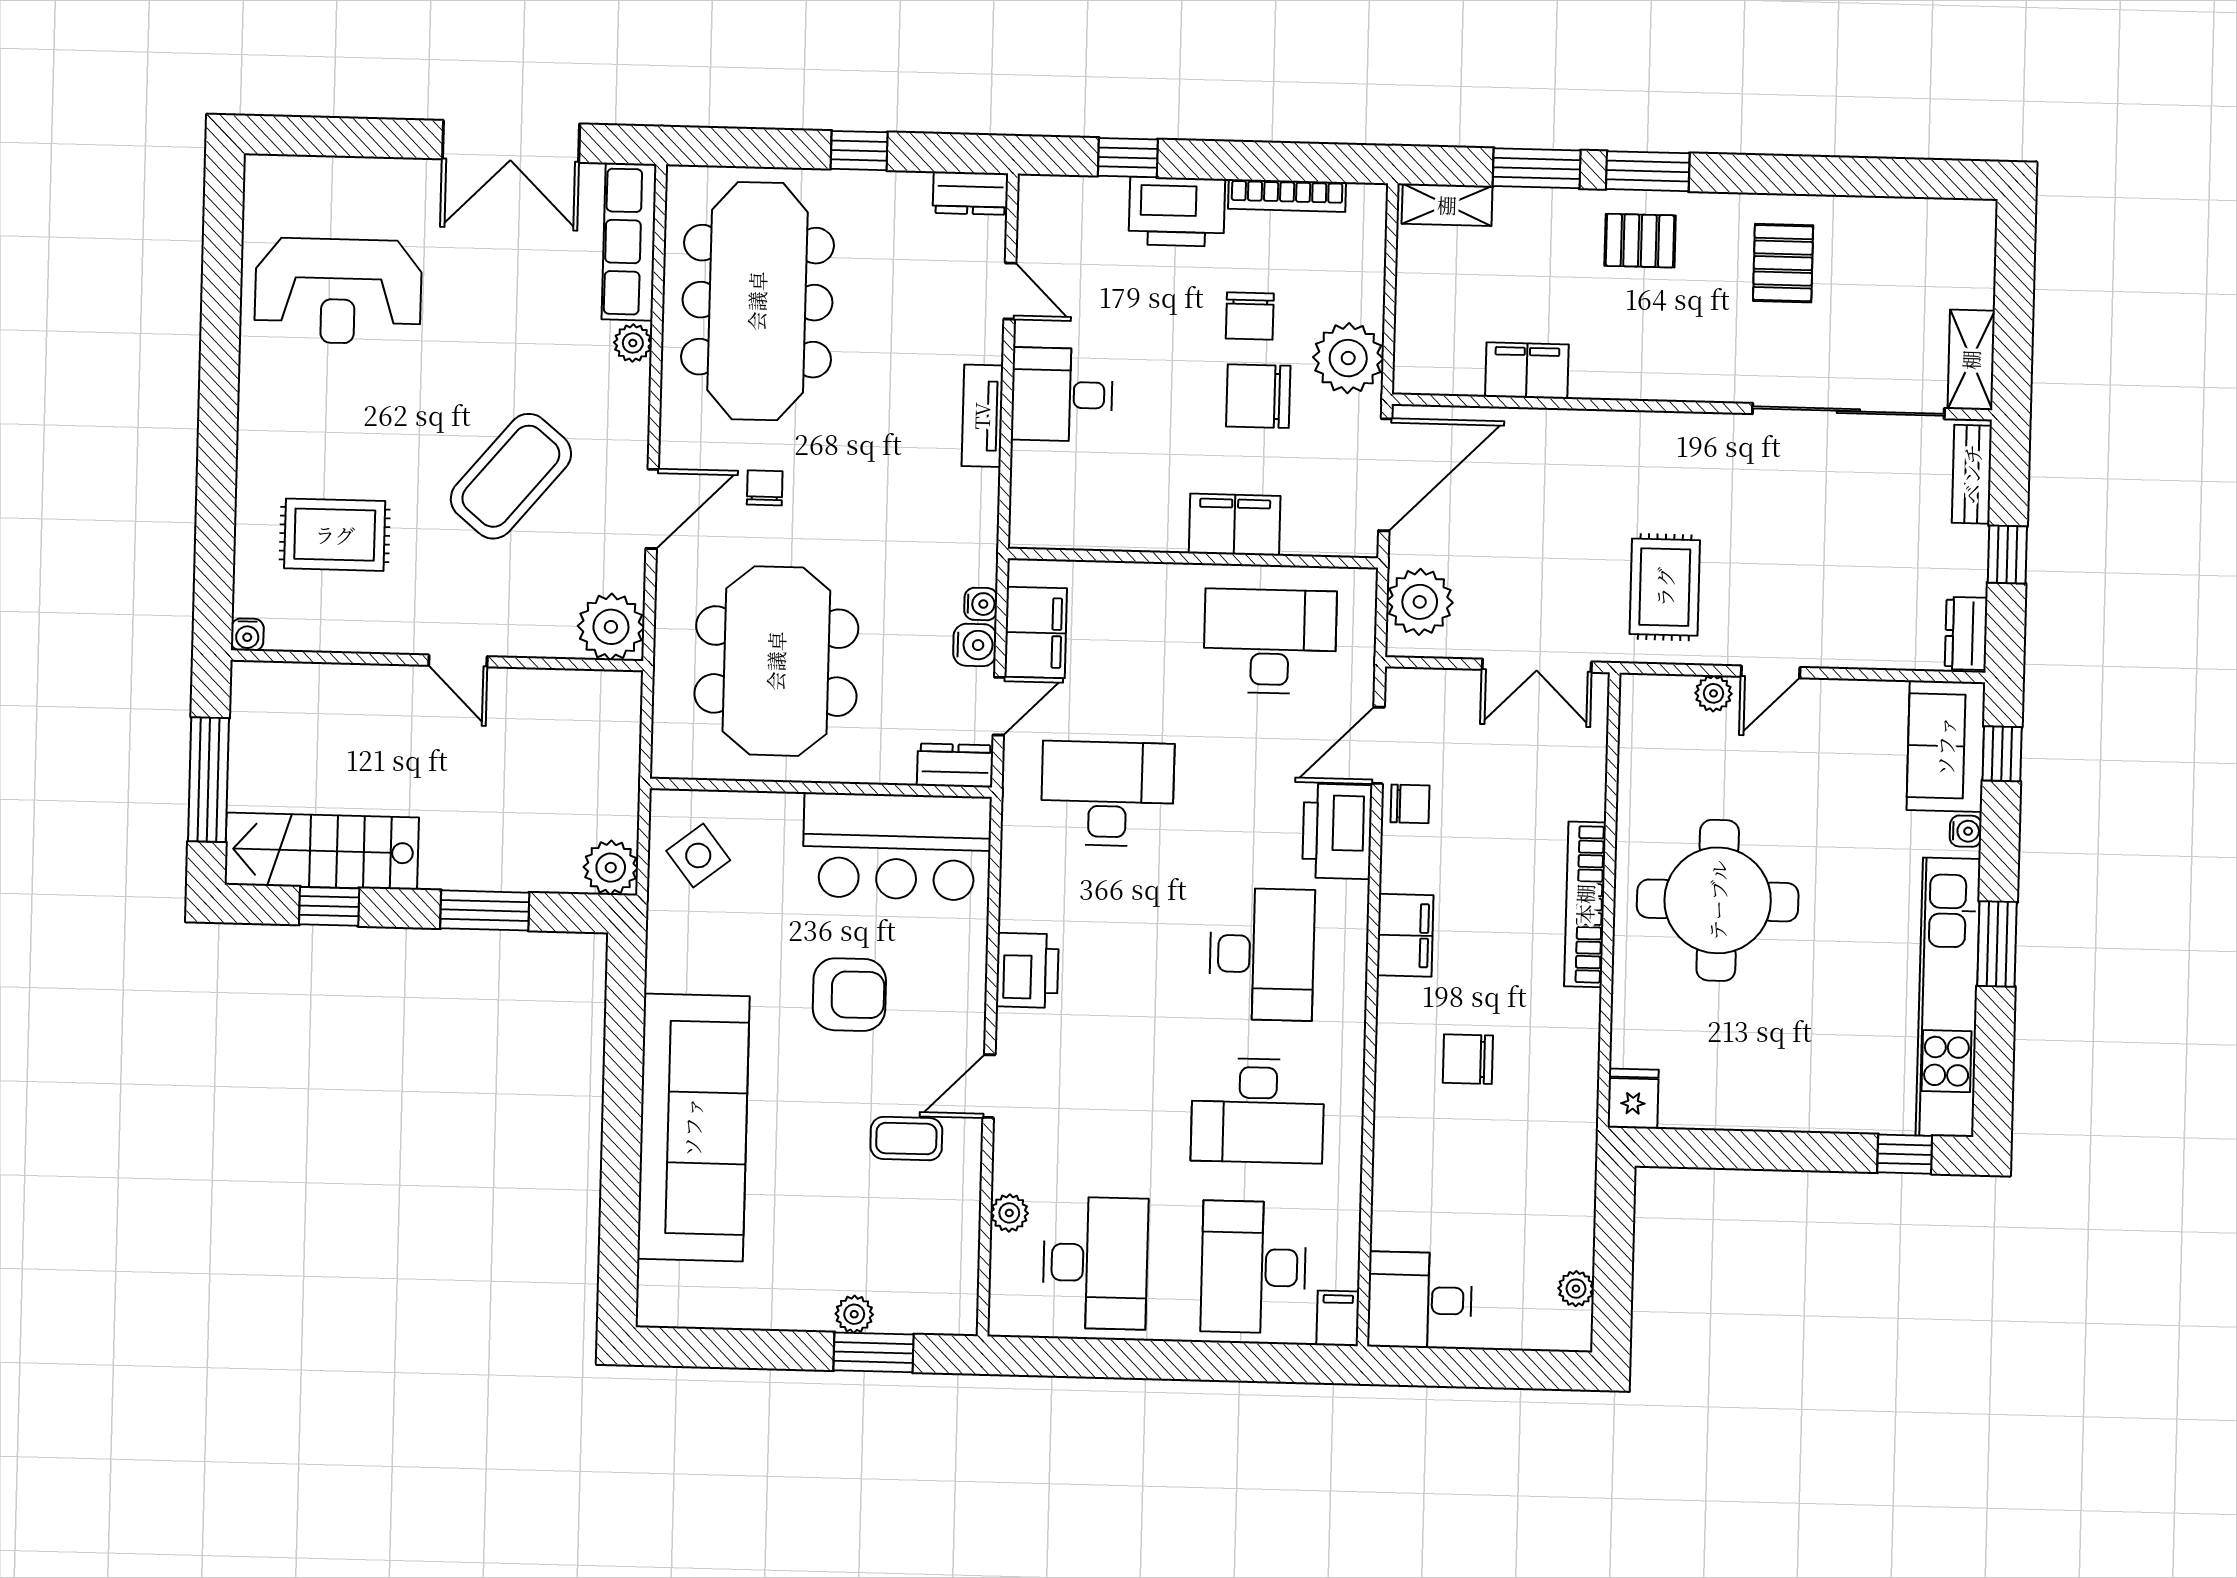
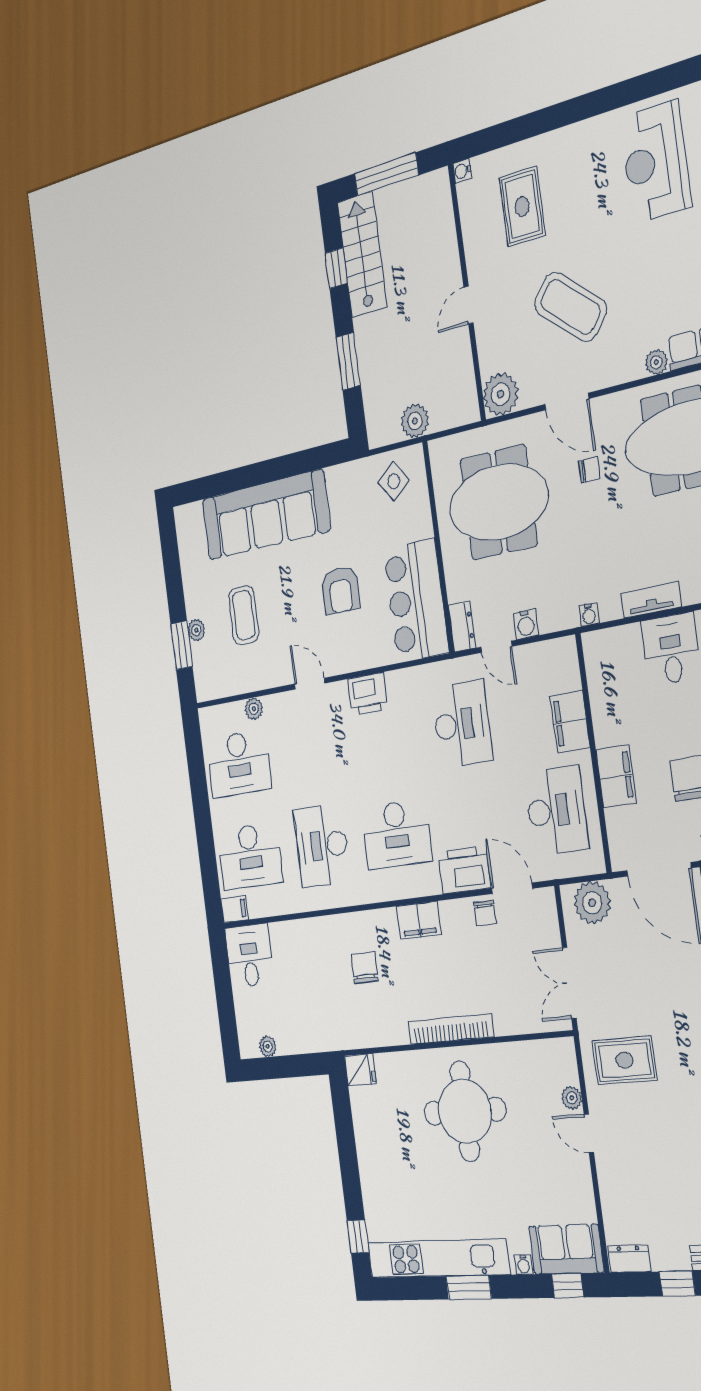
water cooler: (981, 604) -> (589, 615), moved
filing cabinet: (1036, 633) -> (570, 722), moved, turned 90
plant: (611, 868) -> (415, 421), moved
coffee table: (906, 1139) -> (244, 615), moved, width x1.36, depth x1.30
desk: (1254, 1267) -> (250, 856), turned 180

